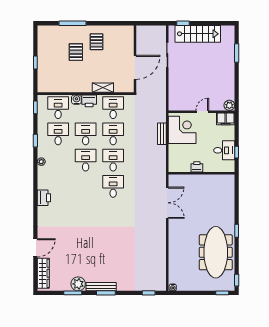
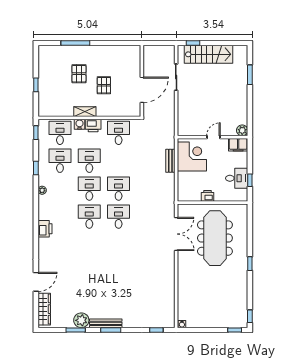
pallet: (96, 42) -> (104, 85), moved
shelving: (103, 88) -> (85, 112), moved
desk: (113, 134) -> (89, 217), moved
meeting table: (216, 252) -> (215, 238), moved

